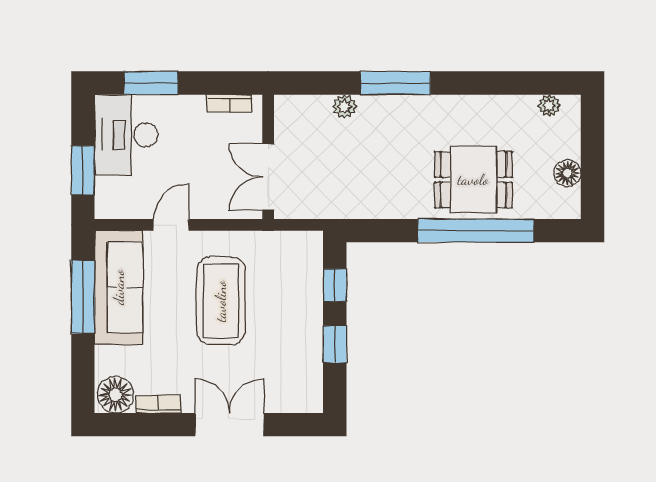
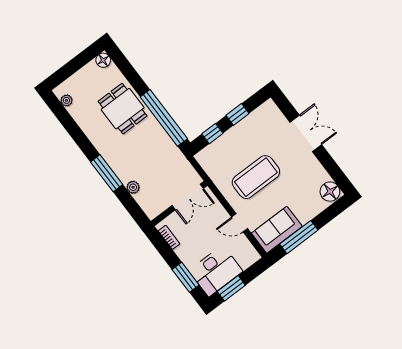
window: (83, 170) -> (231, 288), moved
floor lamp: (567, 173) -> (103, 60), moved
window: (476, 231) -> (164, 118), moved
sofa: (119, 287) -> (277, 230), width x0.73
bookcase: (158, 404) -> (320, 170), removed
double door: (229, 425) -> (306, 133), swing flipped

